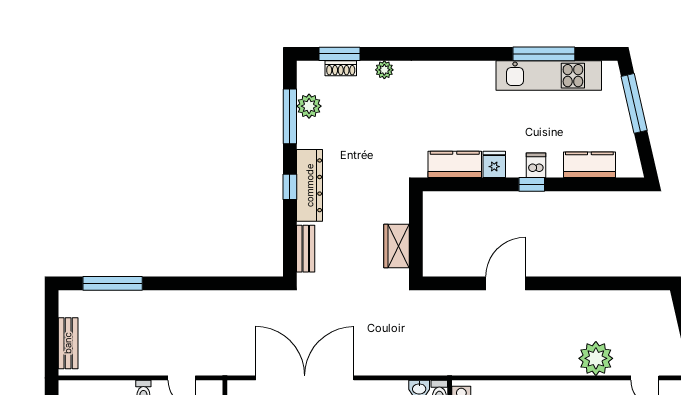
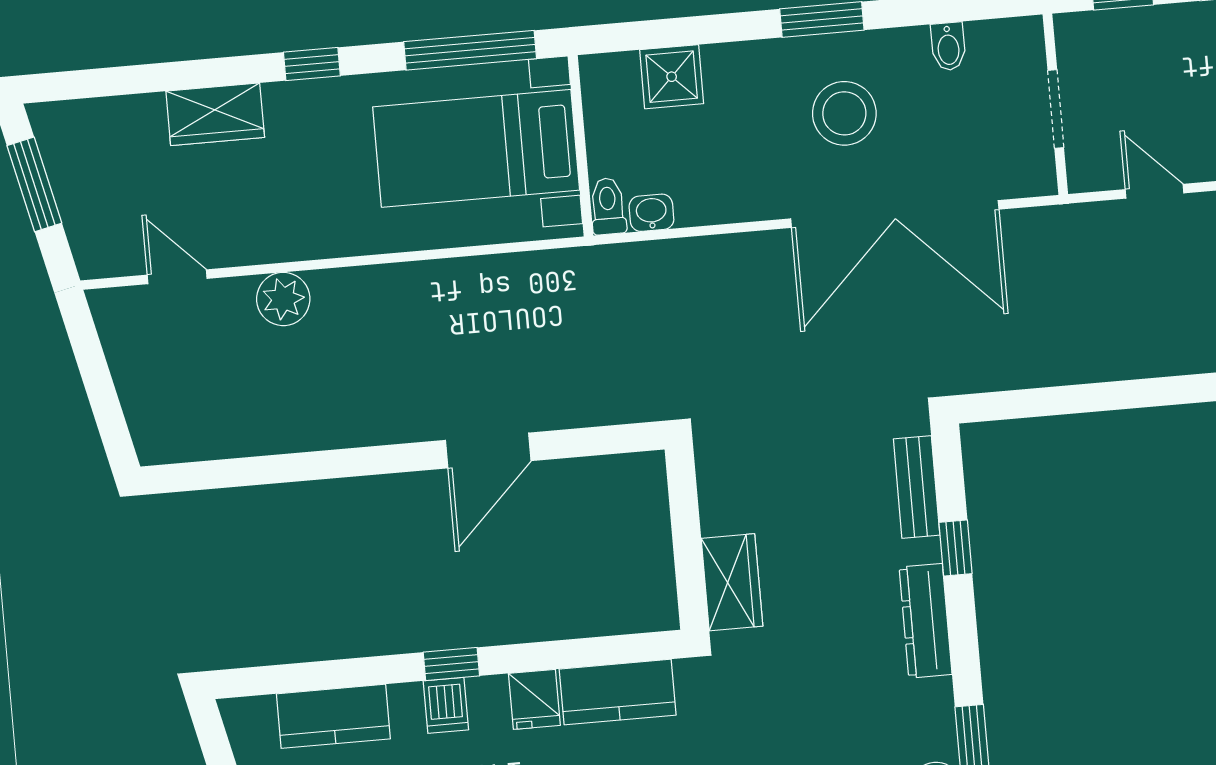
dresser: (310, 185) -> (926, 621), width x0.73, depth x0.80
window: (290, 187) -> (955, 548), moved
wardrobe: (396, 246) -> (732, 582), moved
plant: (596, 358) -> (283, 299), width x0.73, depth x0.73

